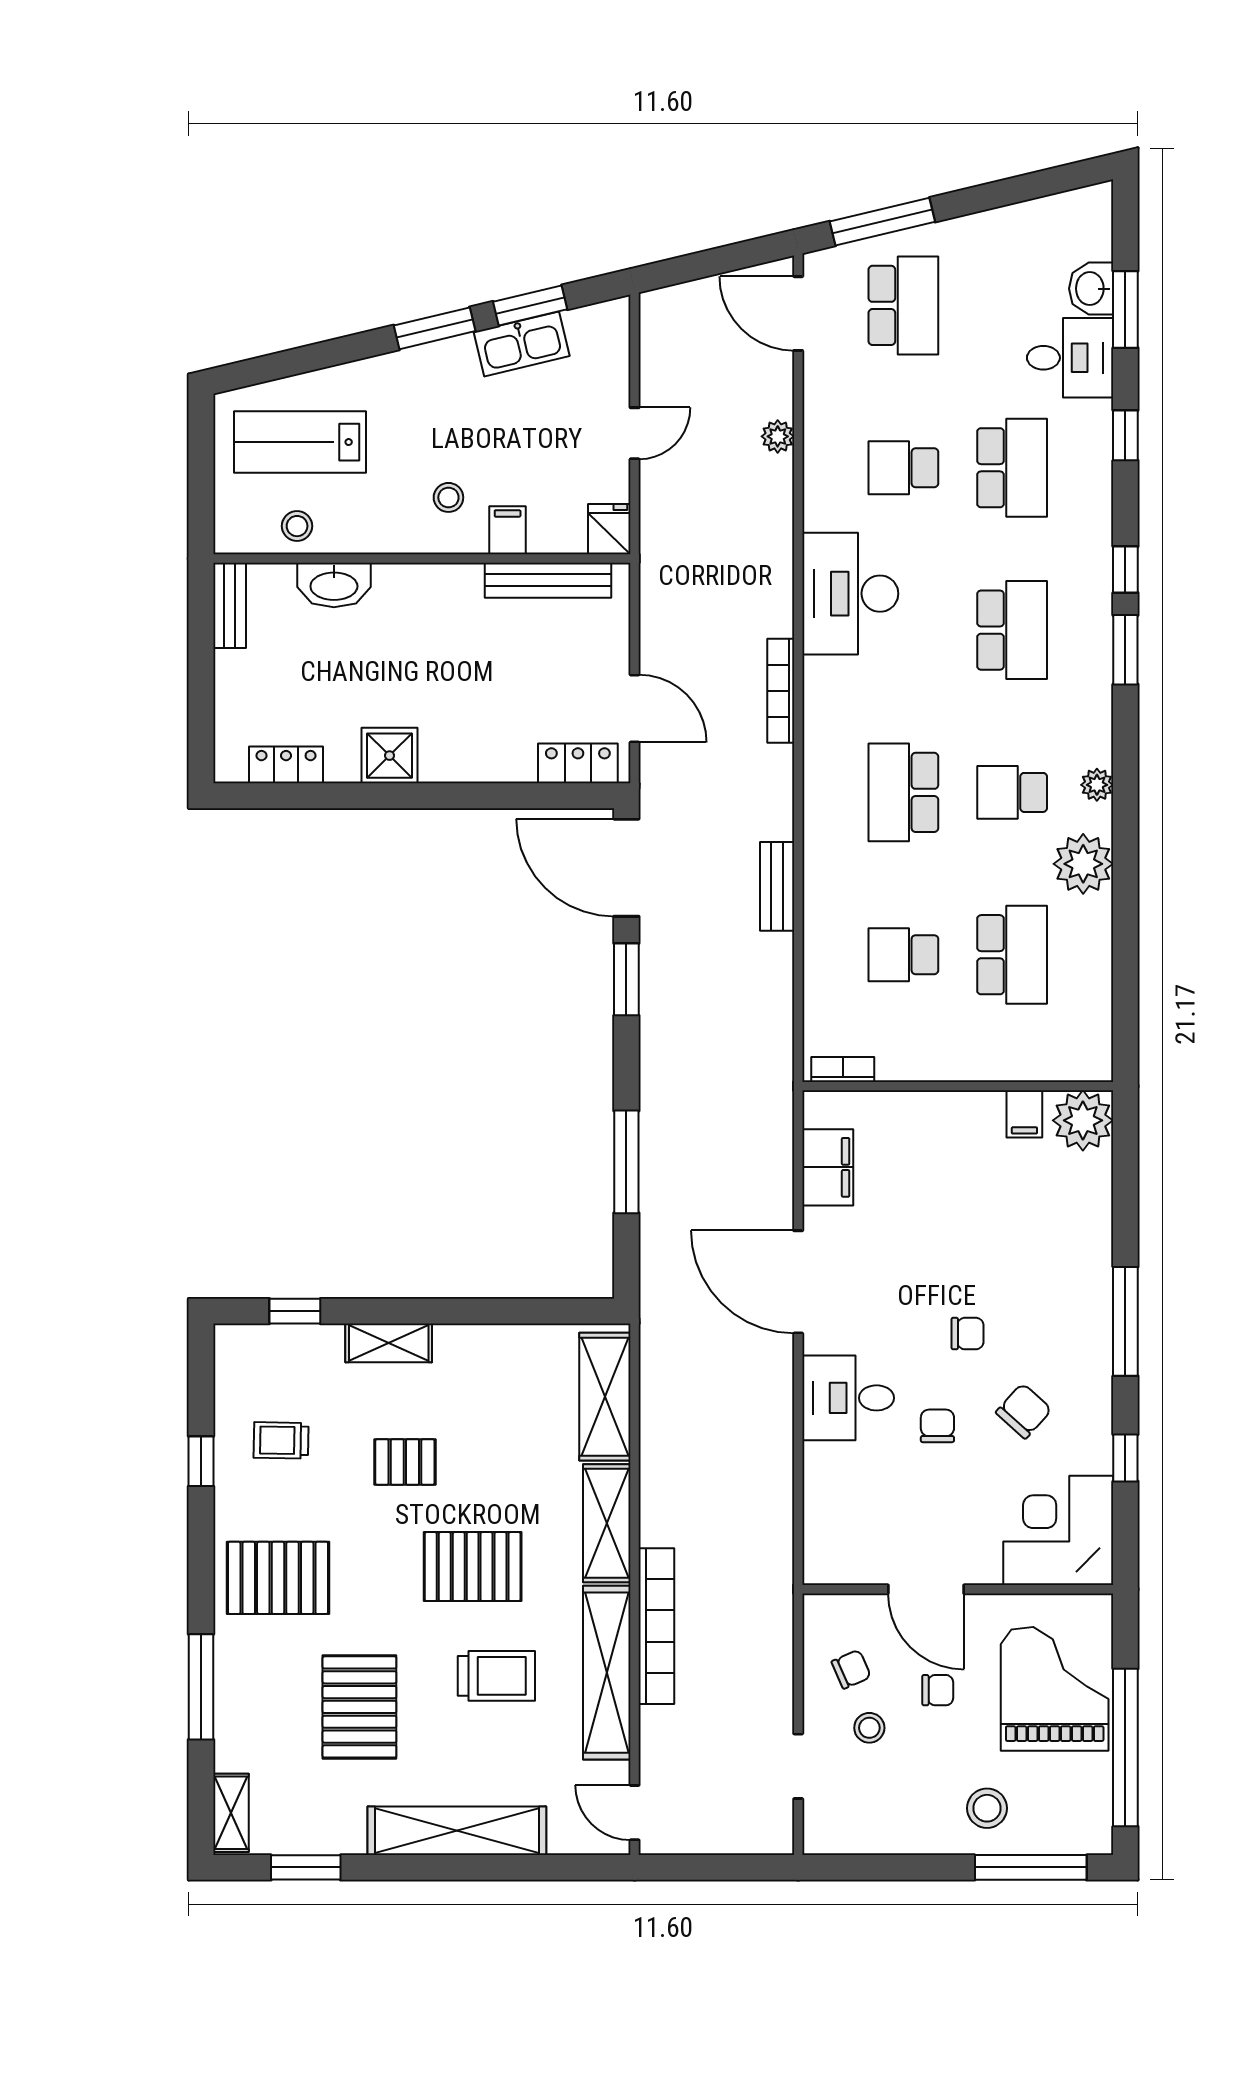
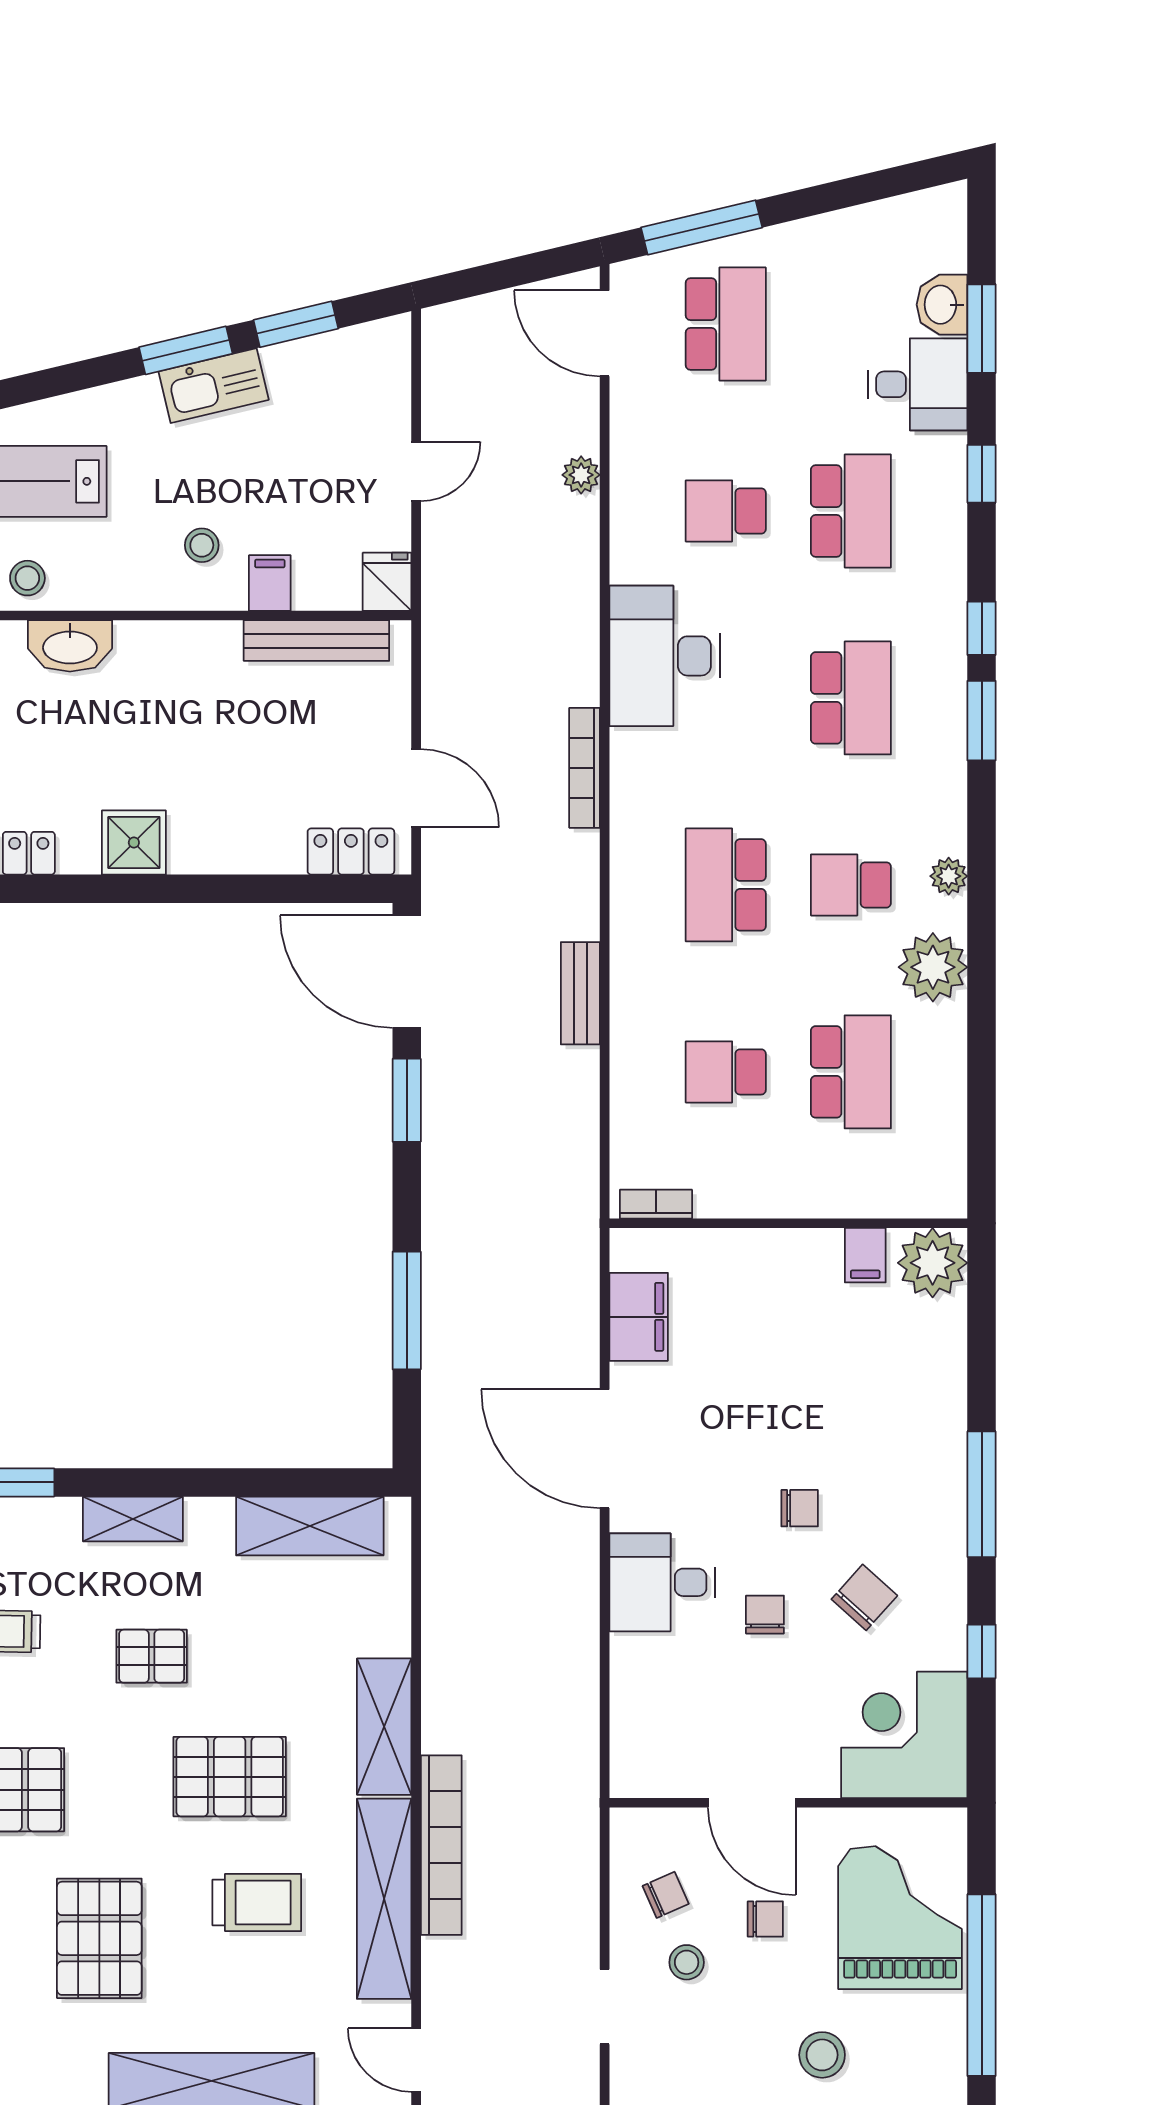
kitchen sink: (522, 344) -> (214, 386), moved
shelving: (605, 1397) -> (310, 1526), moved, turned 90

